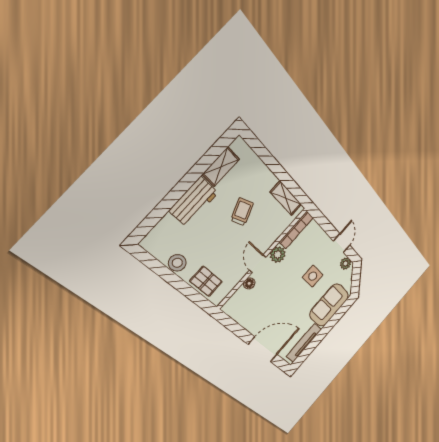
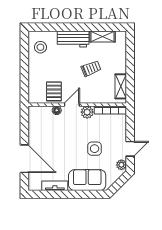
stool: (177, 263) -> (40, 47), moved
pallet: (206, 281) -> (54, 91), moved
tv unit: (304, 343) -> (55, 186), width x0.71

